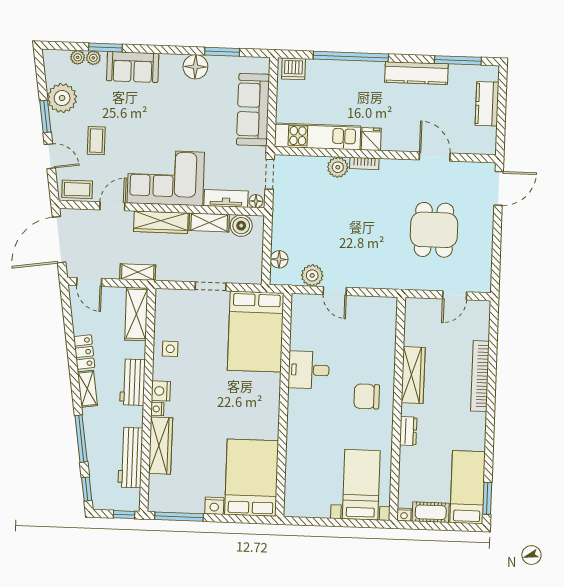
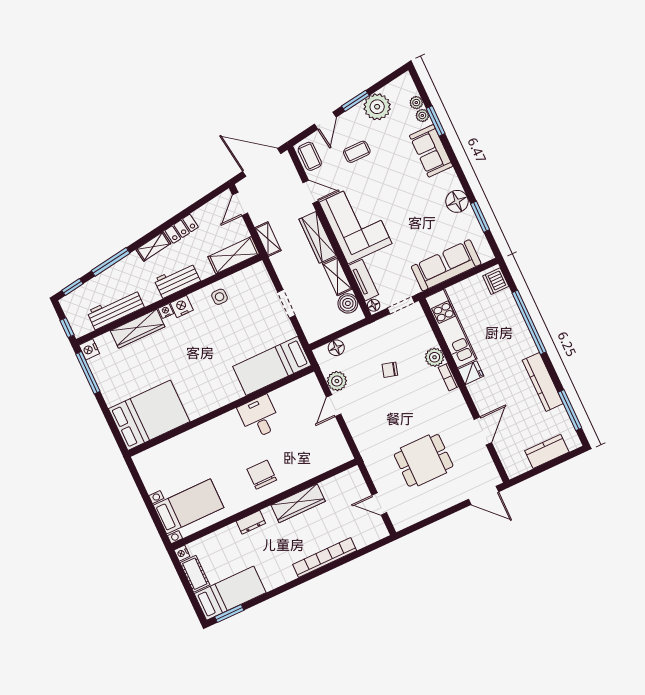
chair: (328, 218) -> (390, 370), added
bed: (256, 332) -> (272, 366), width x0.67
nightstand: (214, 506) -> (89, 349), moved

